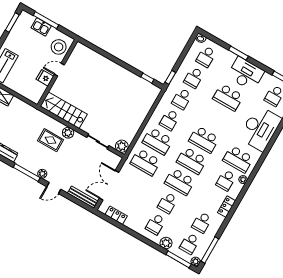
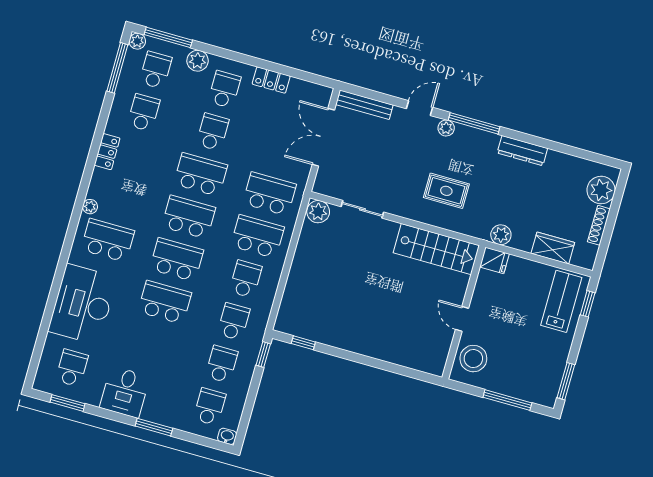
kitchen sink: (41, 27) -> (513, 386), removed
door: (59, 70) -> (462, 319), swing flipped
desk: (246, 74) -> (125, 392), width x0.73
fridge: (45, 78) -> (494, 260), moved
school desk: (228, 97) -> (165, 302), moved
plant: (68, 133) -> (501, 235), moved
school desk: (226, 180) -> (120, 198), removed
double door: (109, 185) -> (323, 137), swing flipped
locker: (116, 215) -> (271, 80), moved

